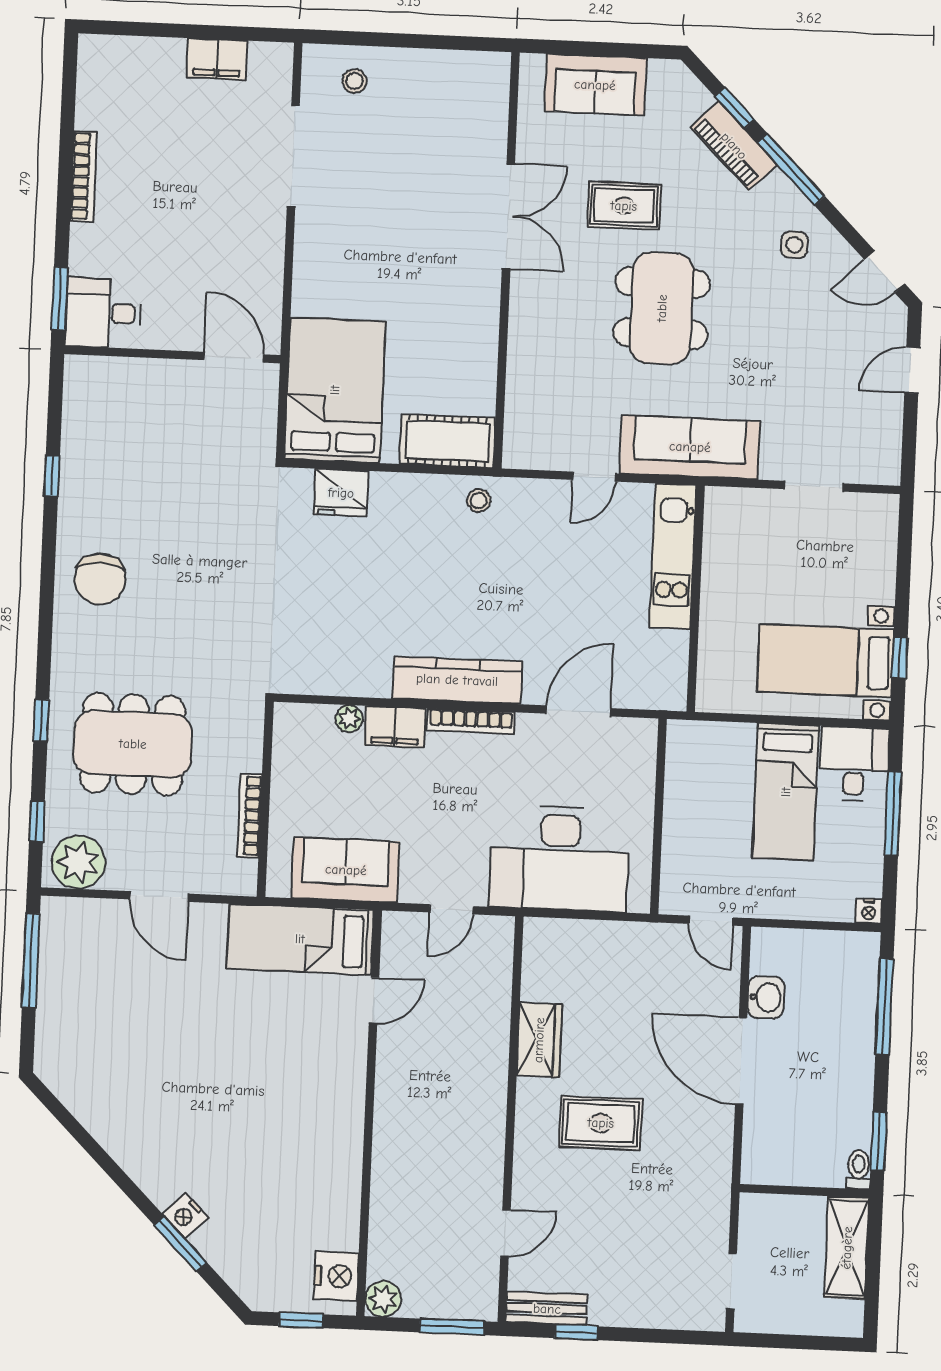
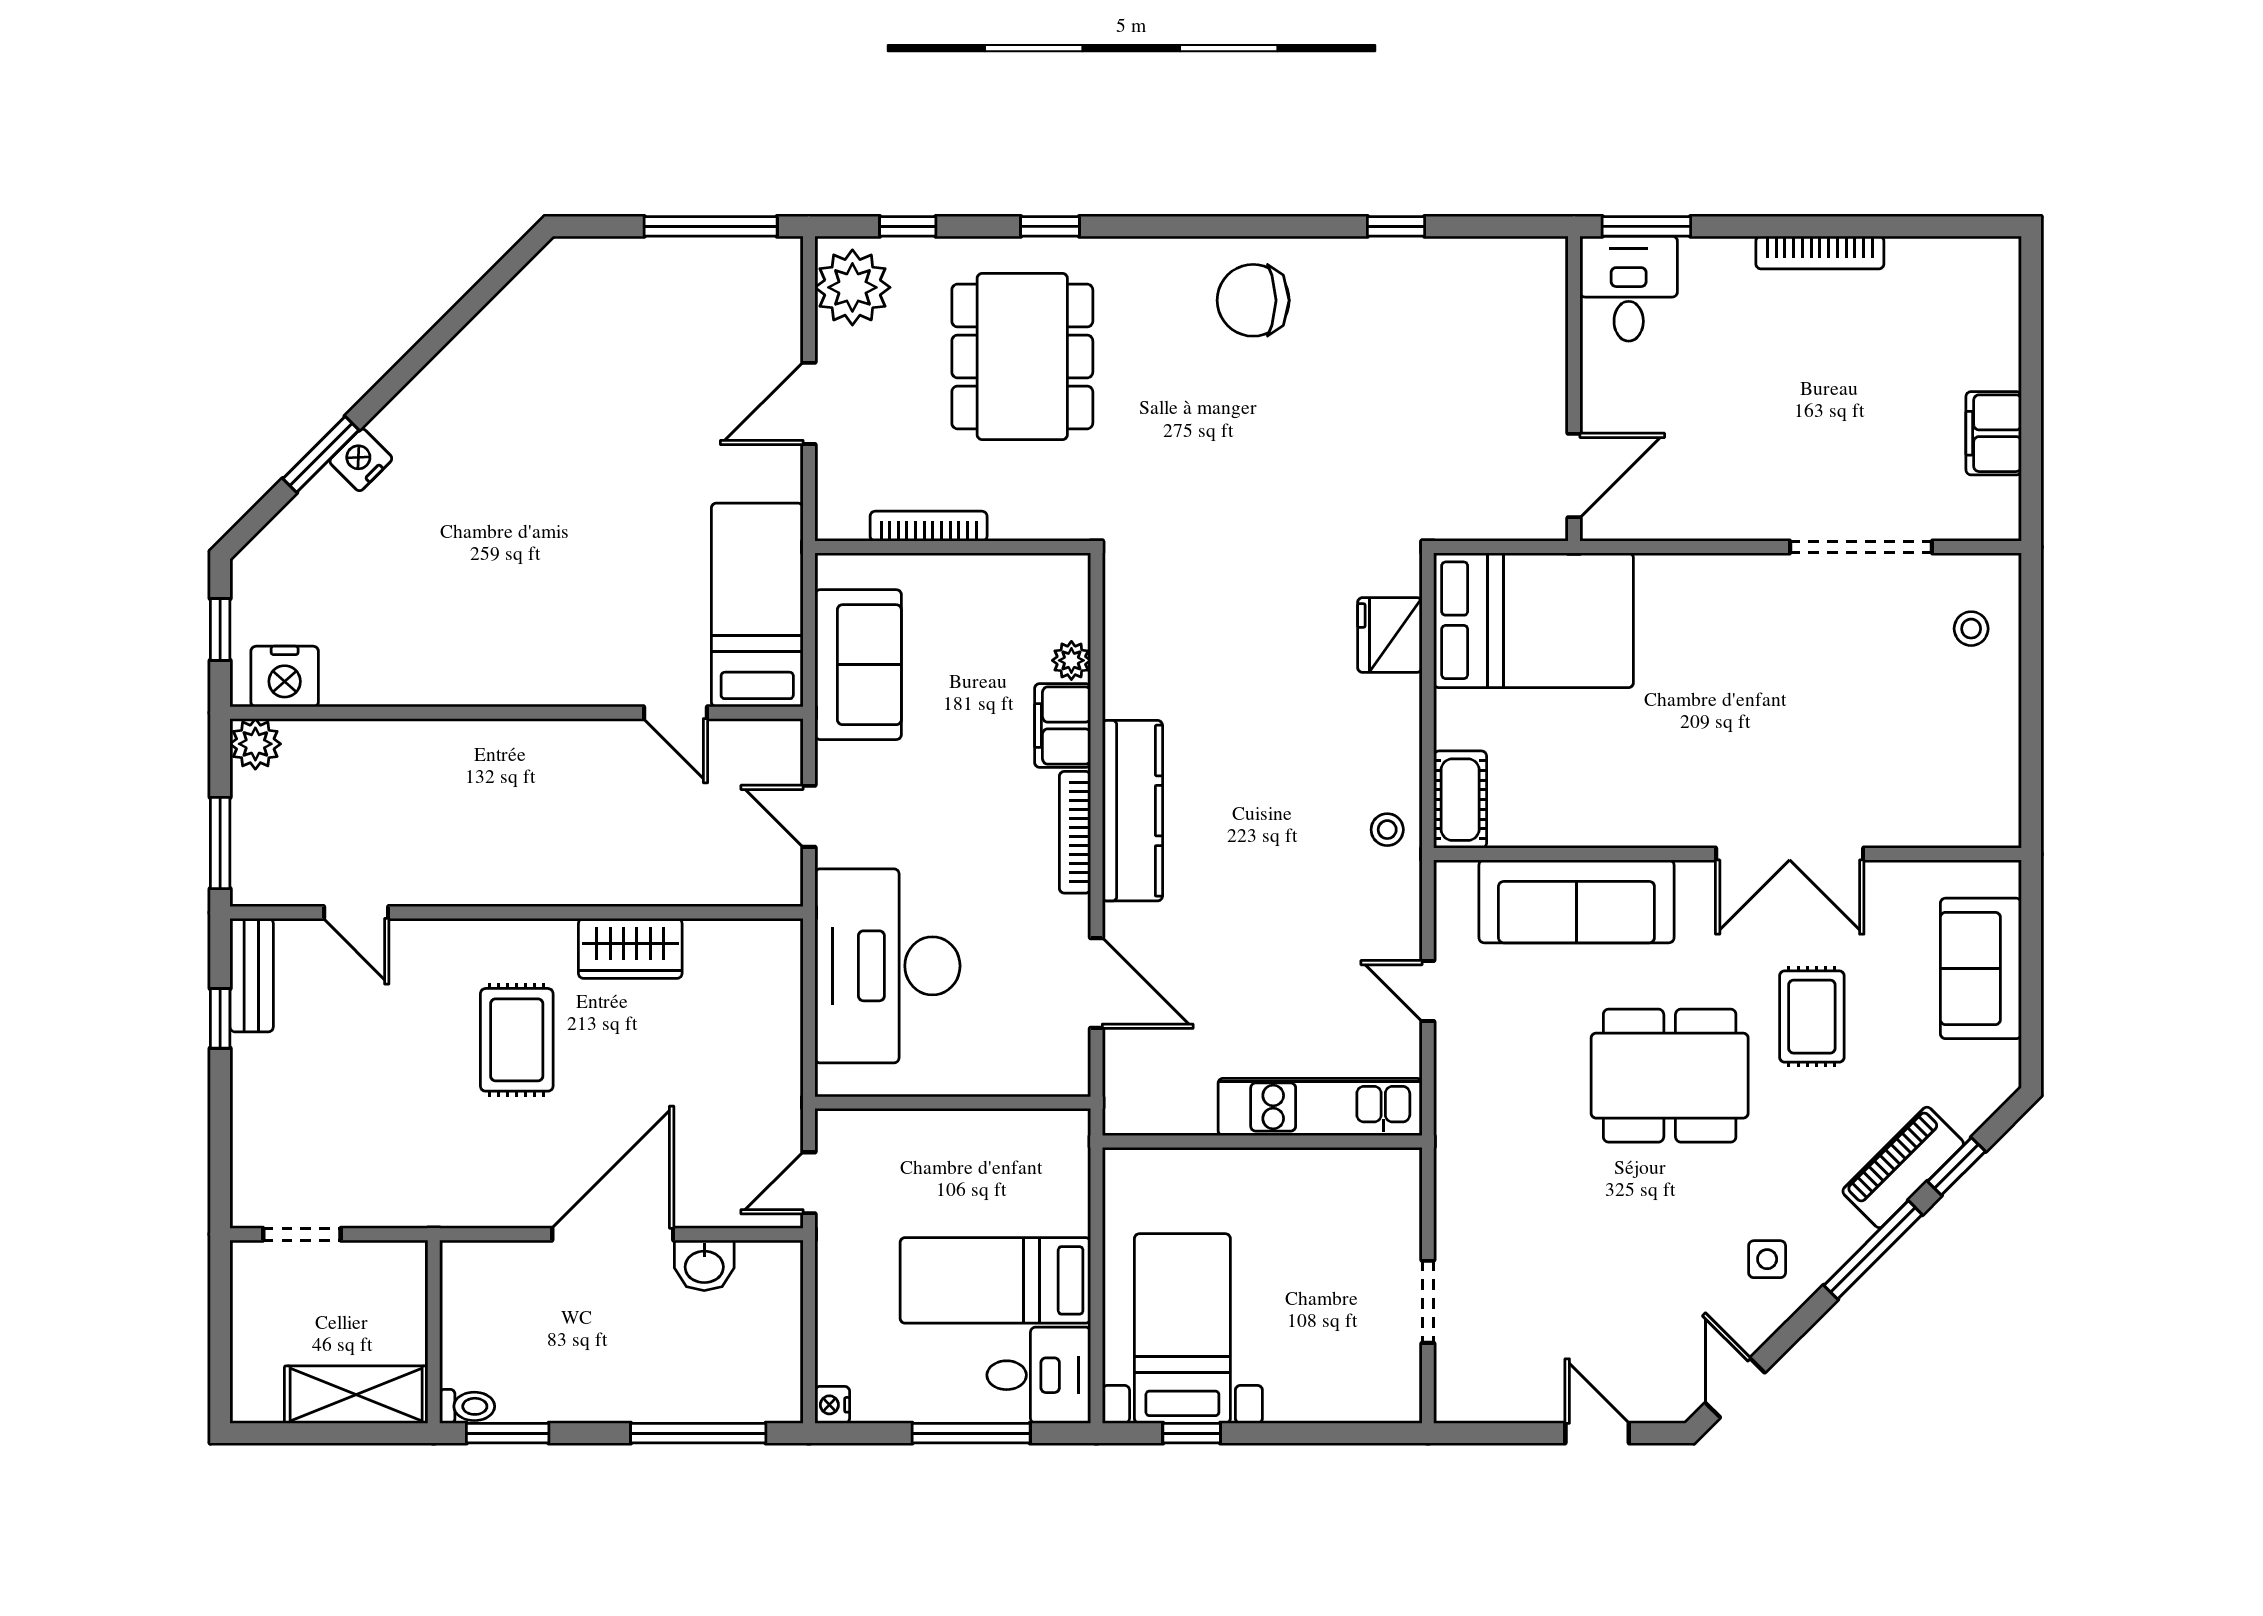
cot: (447, 441) -> (1460, 800), width x0.73, depth x0.75
sofa: (690, 447) -> (1576, 901), moved, turned 90

